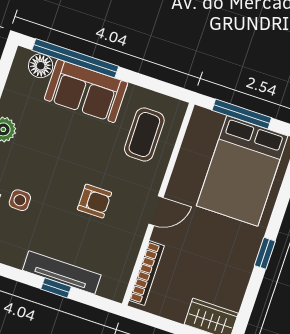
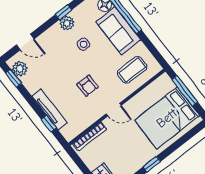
side table: (20, 200) -> (83, 44), moved
window: (56, 288) -> (49, 124), moved

